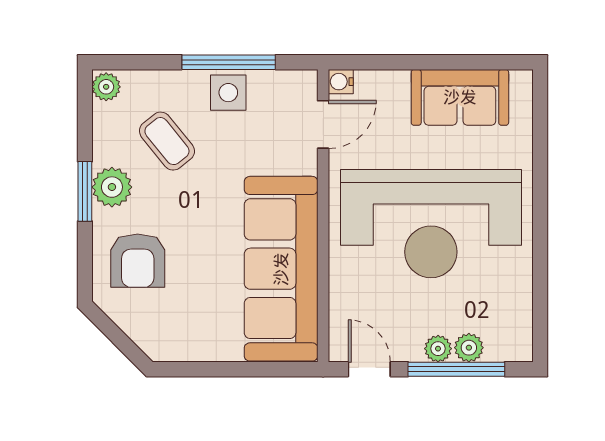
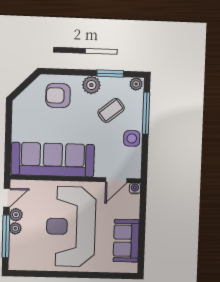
window: (229, 62) -> (146, 113), moved
door: (323, 124) -> (116, 180), hinge flipped
window: (85, 191) -> (110, 74), moved
plant: (469, 348) -> (16, 215), moved

